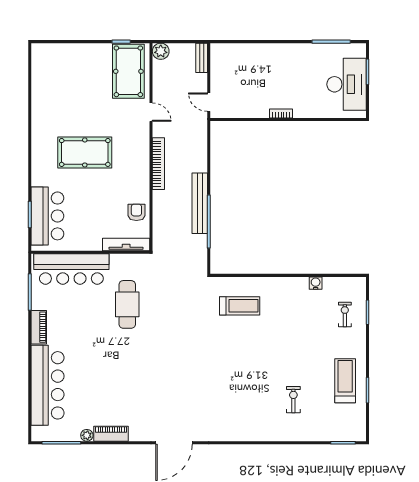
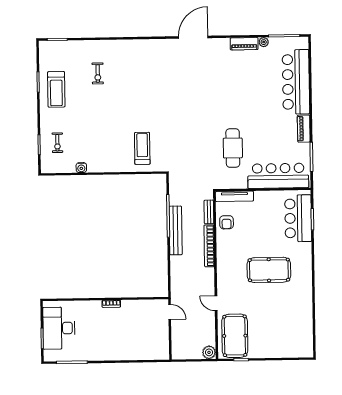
bench: (202, 58) -> (209, 212), moved
bookcase: (158, 164) -> (209, 246), moved
treadmill: (240, 306) -> (142, 148), turned 90

